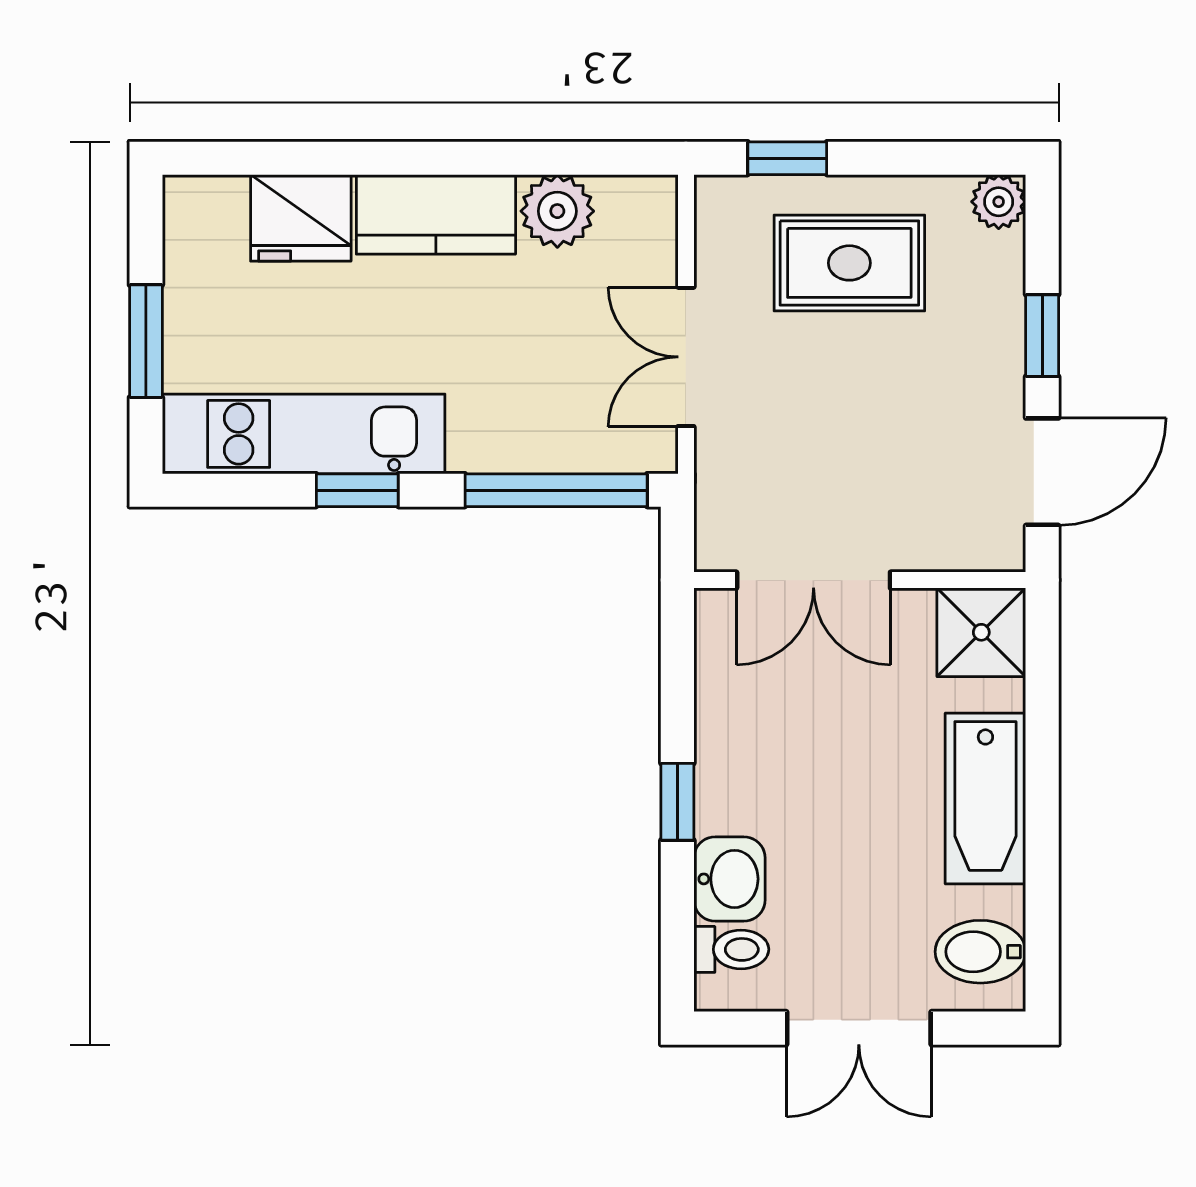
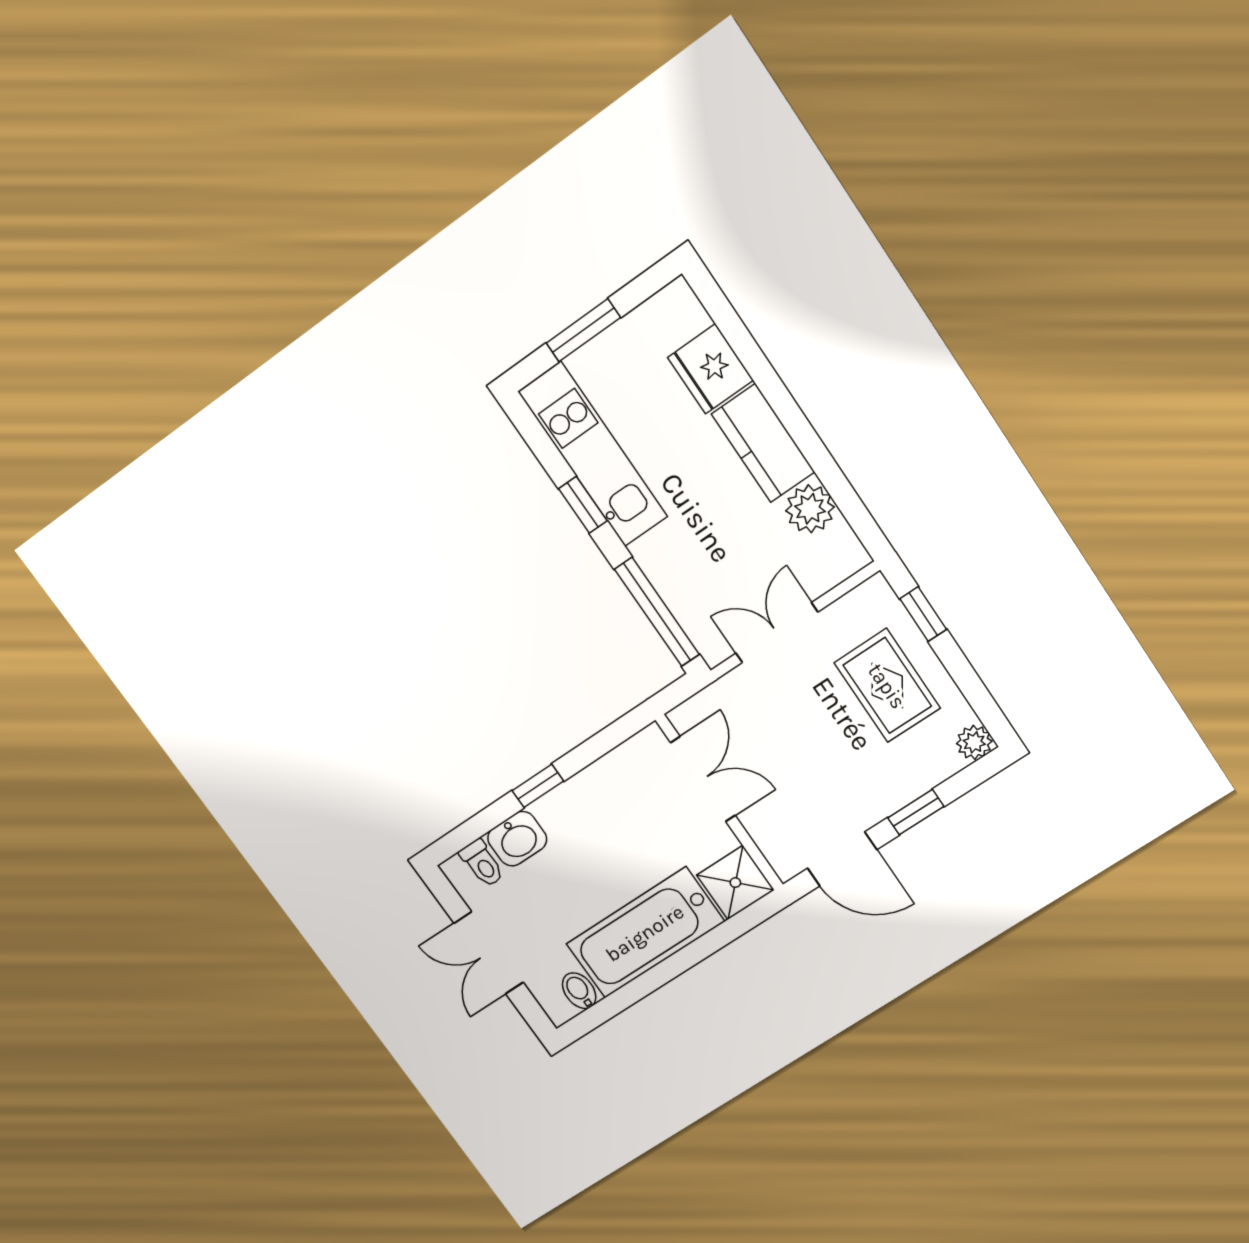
double door: (814, 580) -> (703, 779), swing flipped
bathtub: (985, 799) -> (645, 933), width x1.36, depth x1.36
bidet: (980, 952) -> (579, 991), width x0.72, depth x0.74

